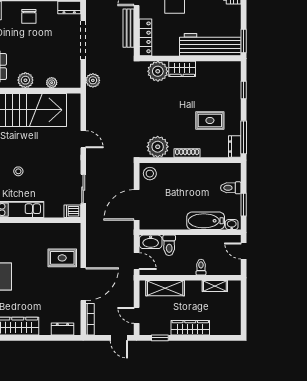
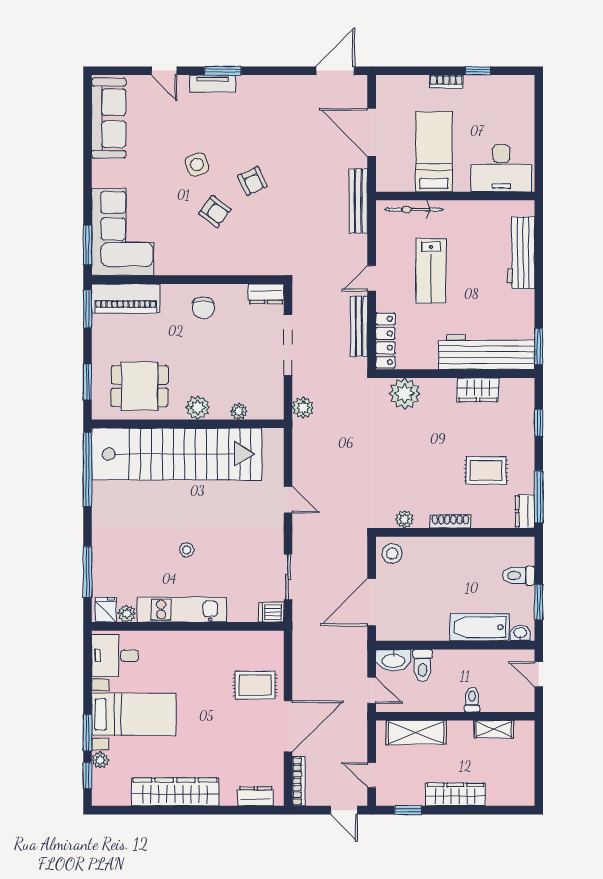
wardrobe: (182, 69) -> (478, 390), moved
plant: (158, 147) -> (404, 519), width x0.53, depth x0.53

